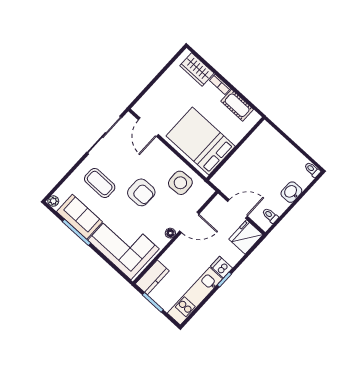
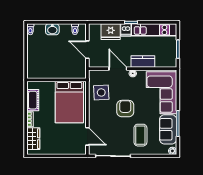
door: (148, 127) -> (87, 136), hinge flipped
fridge: (246, 237) -> (111, 32), moved
kitchen counter: (152, 277) -> (143, 61), moved

